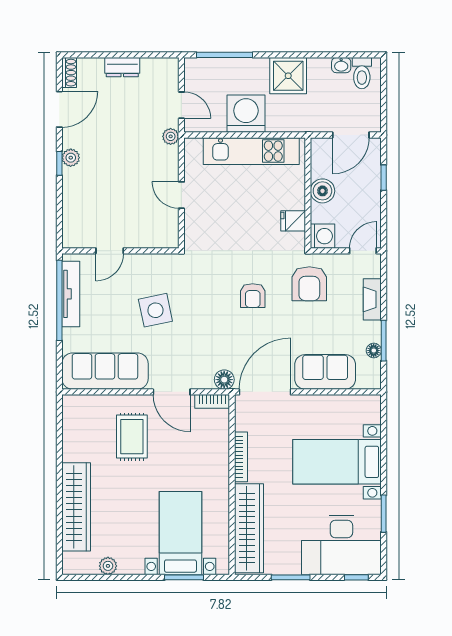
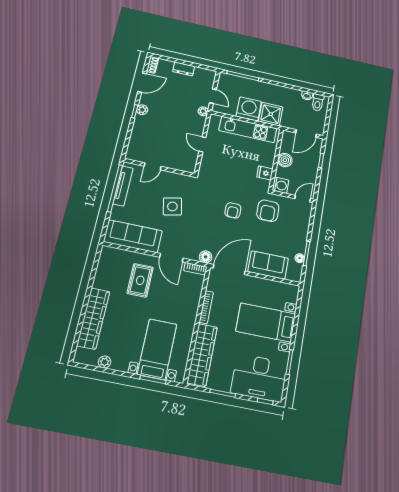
shower: (288, 76) -> (271, 114), moved
fireplace: (372, 299) -> (304, 228), removed

